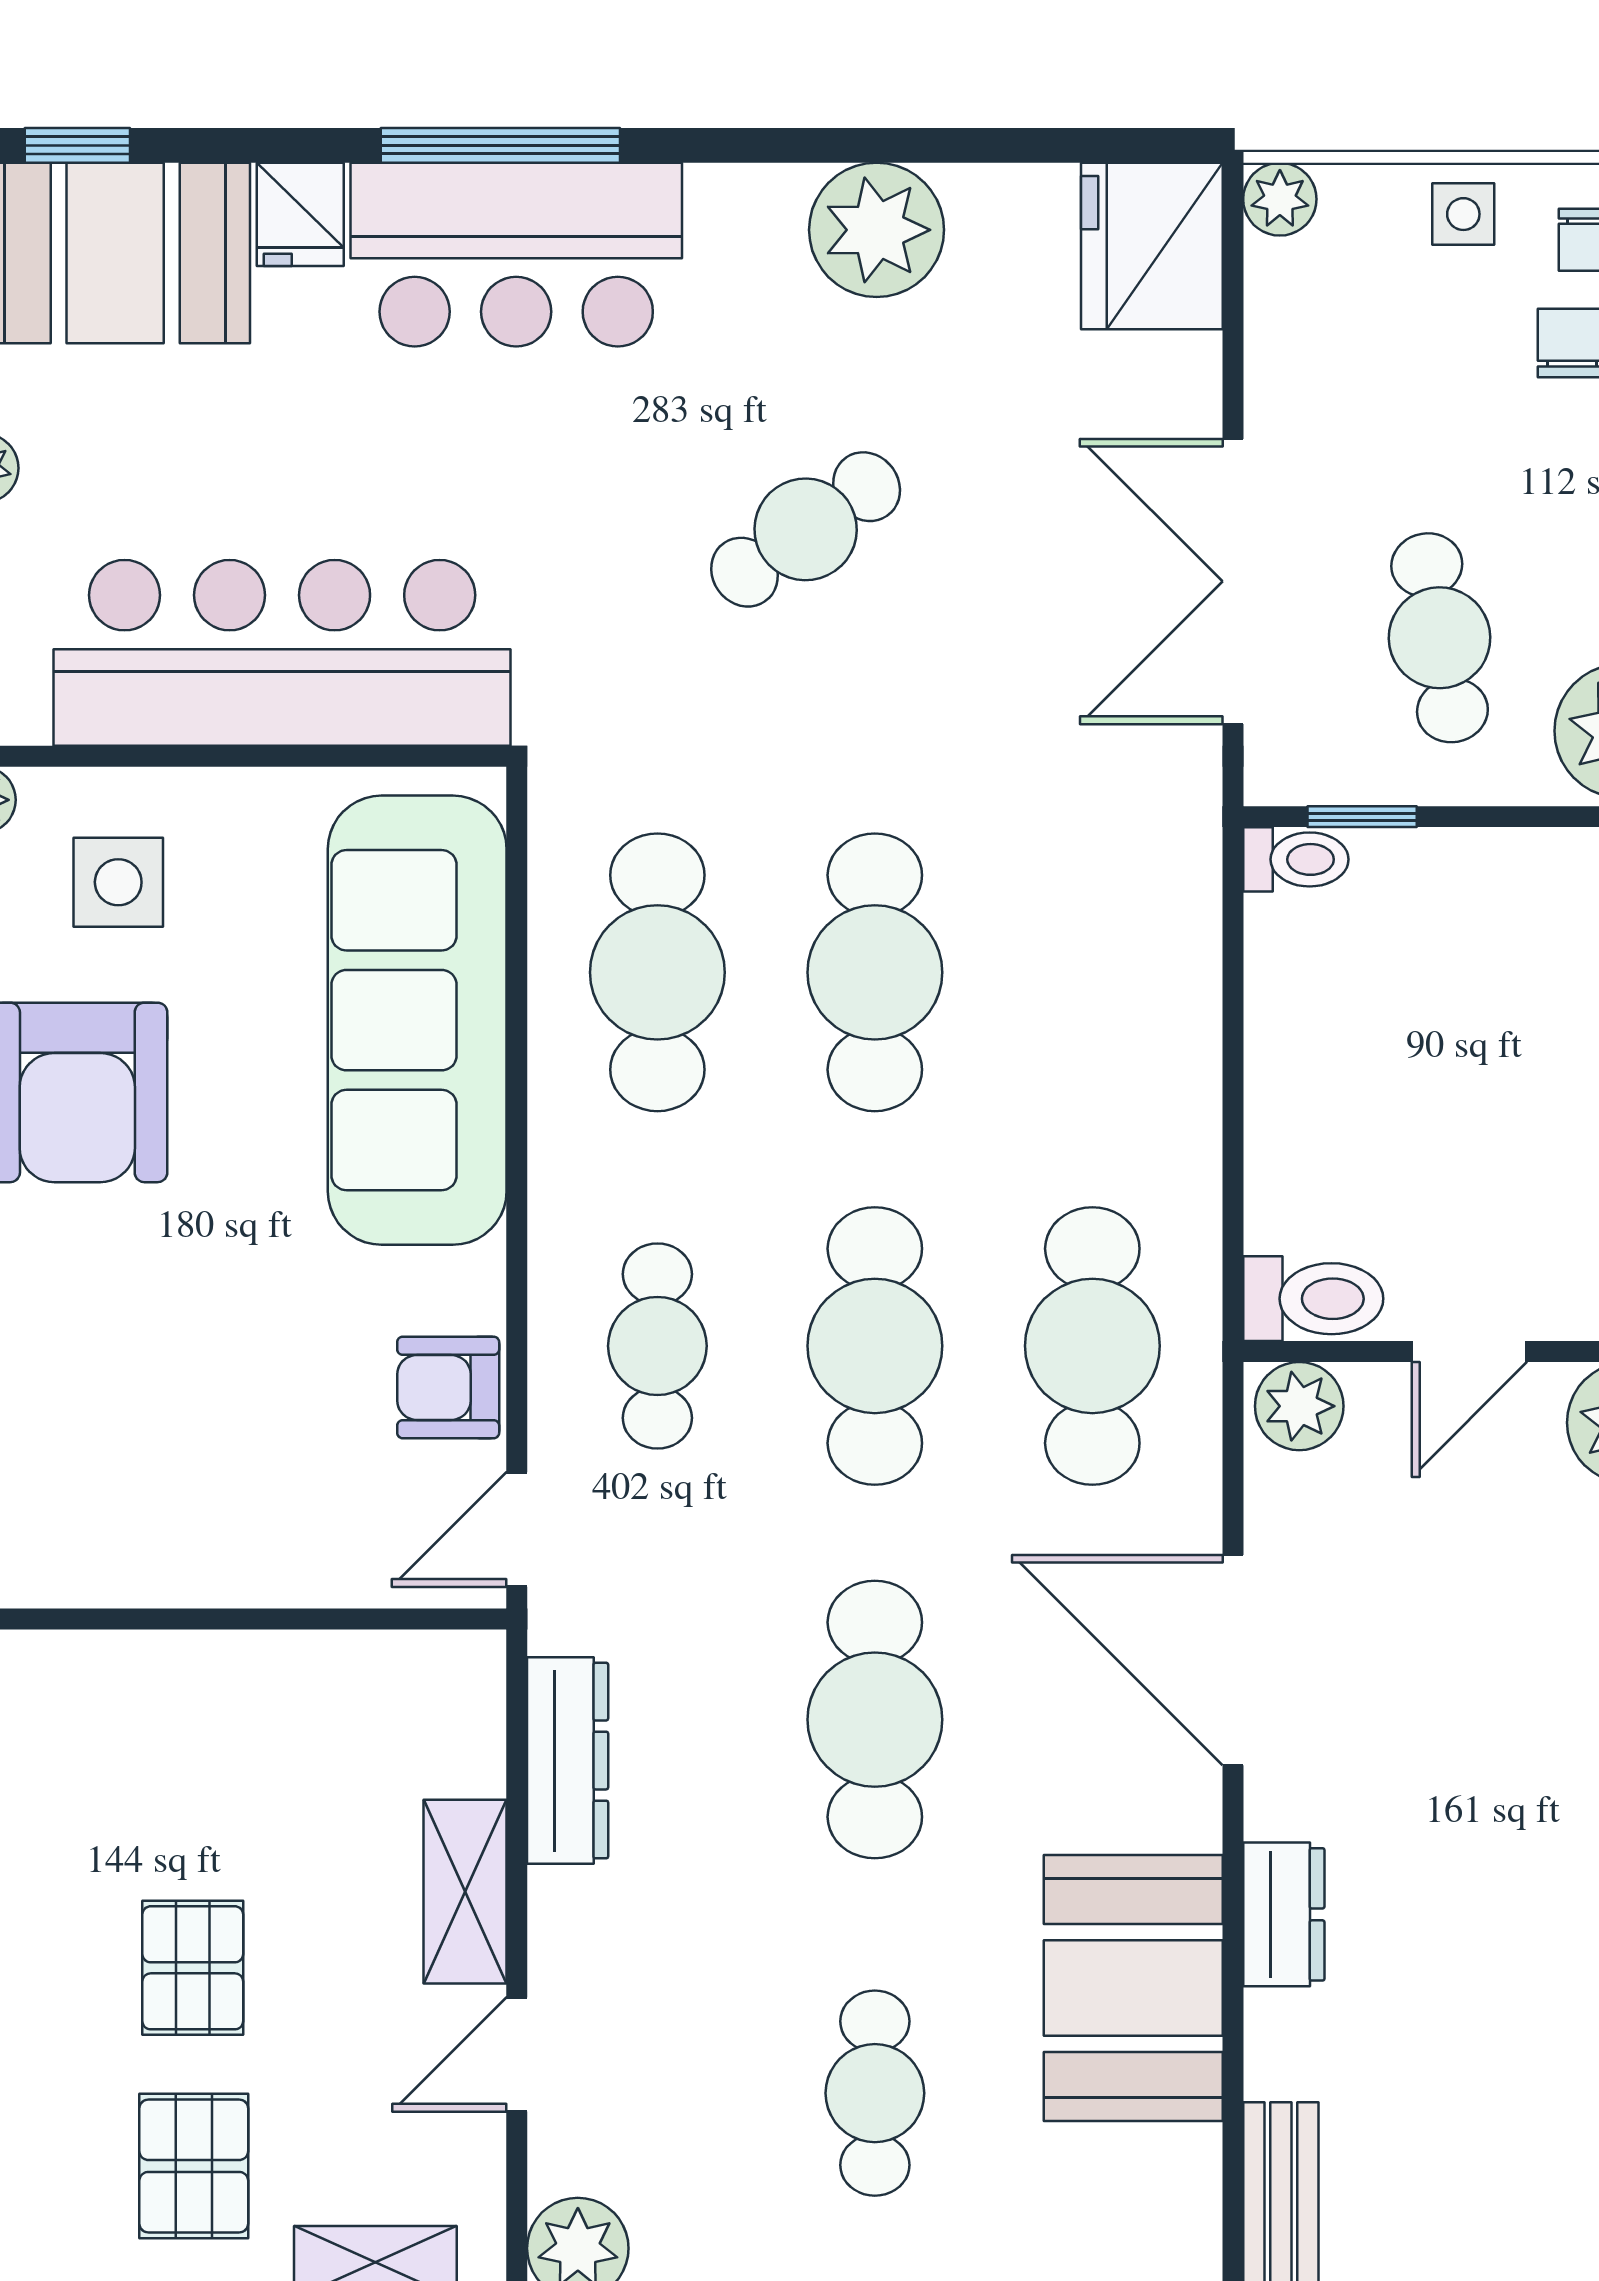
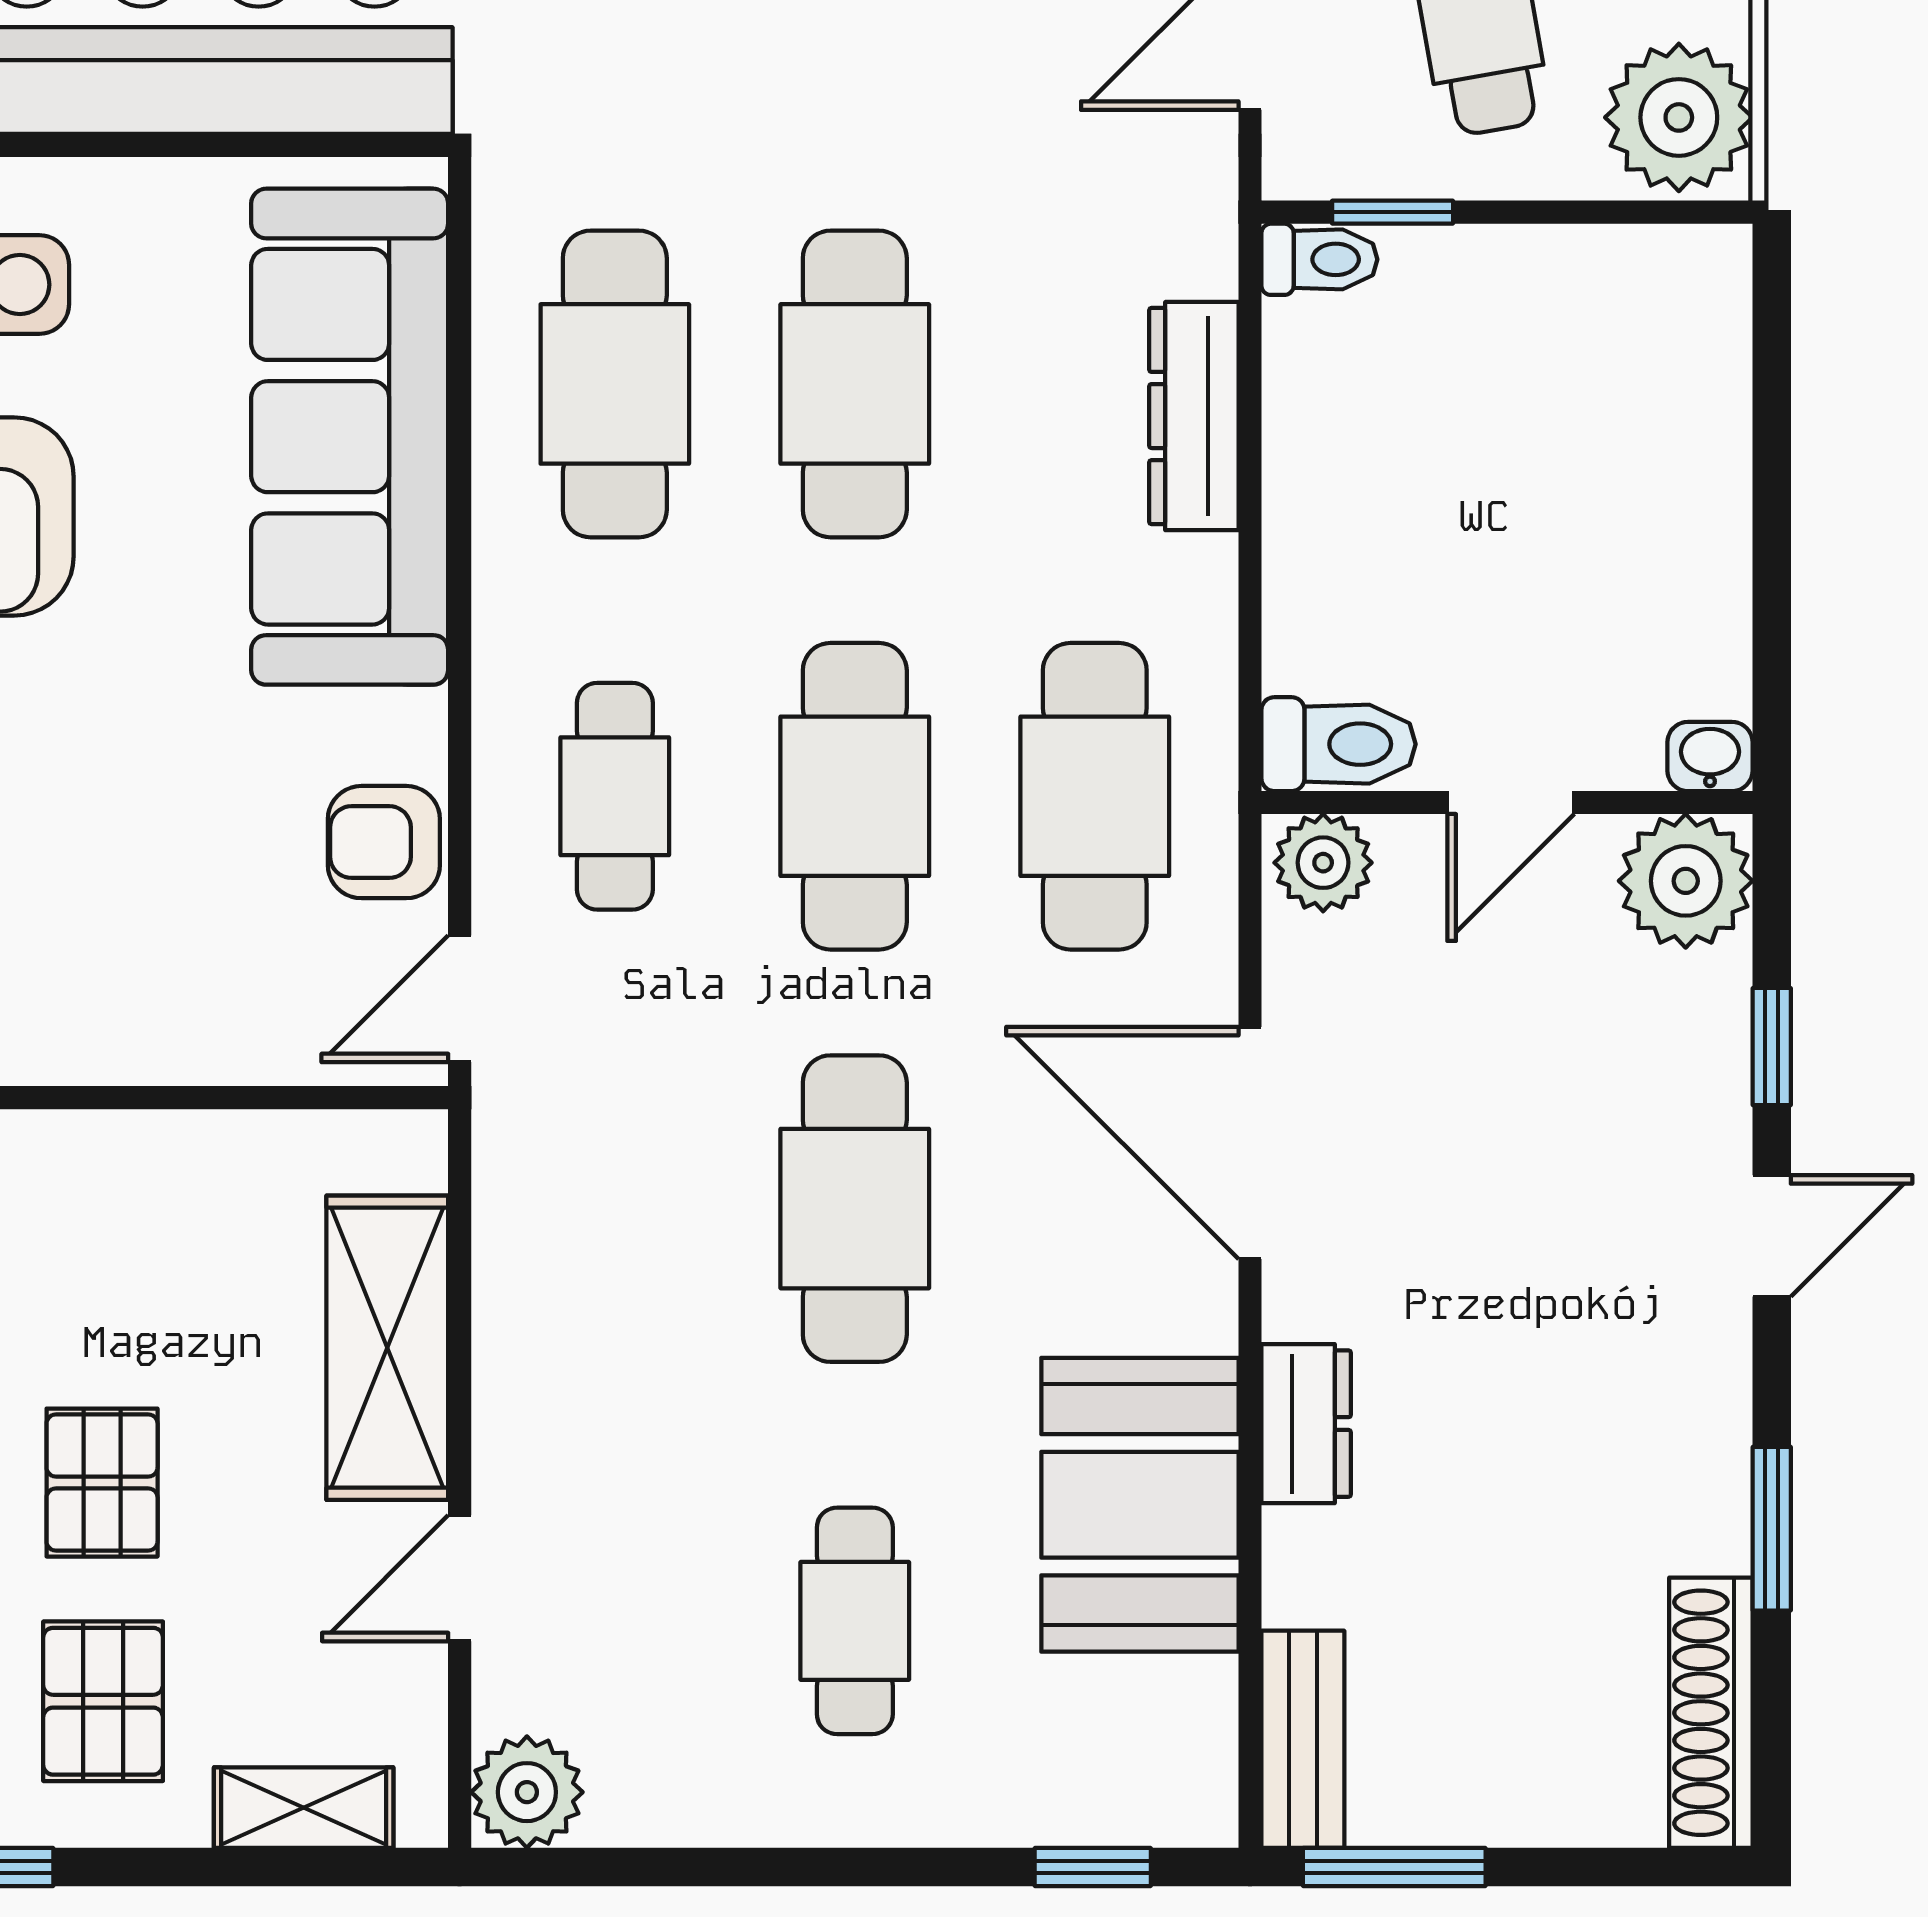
dresser: (568, 1761) -> (1194, 416), moved, turned 180
shelving: (465, 1892) -> (387, 1348), width x1.50, depth x1.33

